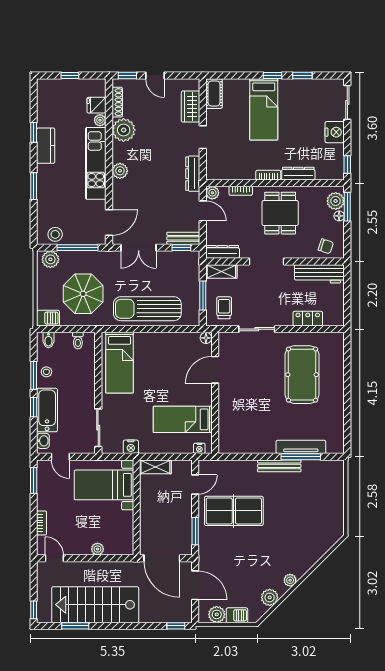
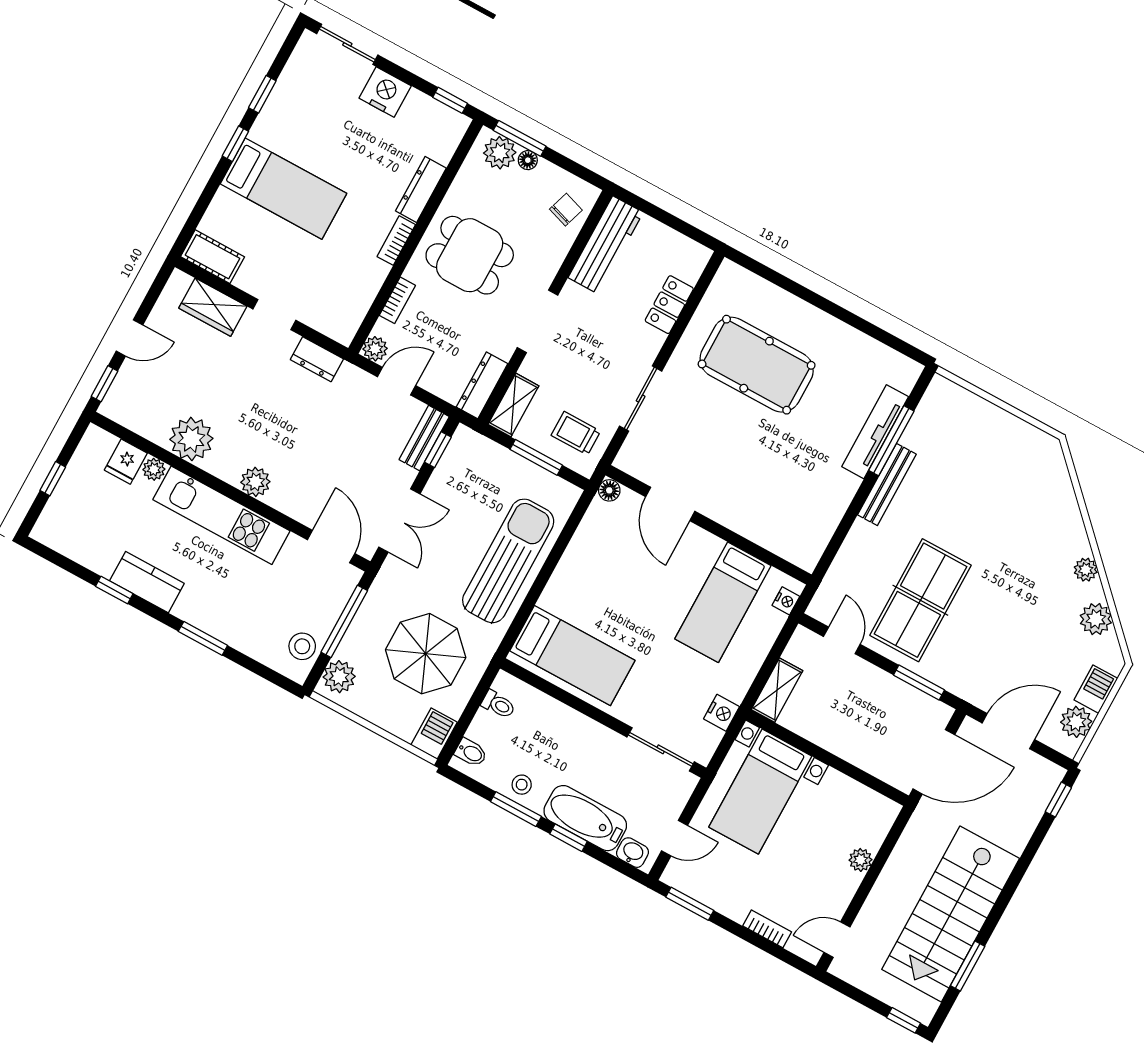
shoe rack: (117, 102) -> (139, 425), removed
dresser: (193, 174) -> (317, 359), width x0.70
sun lounger: (147, 309) -> (508, 561), turned 180

